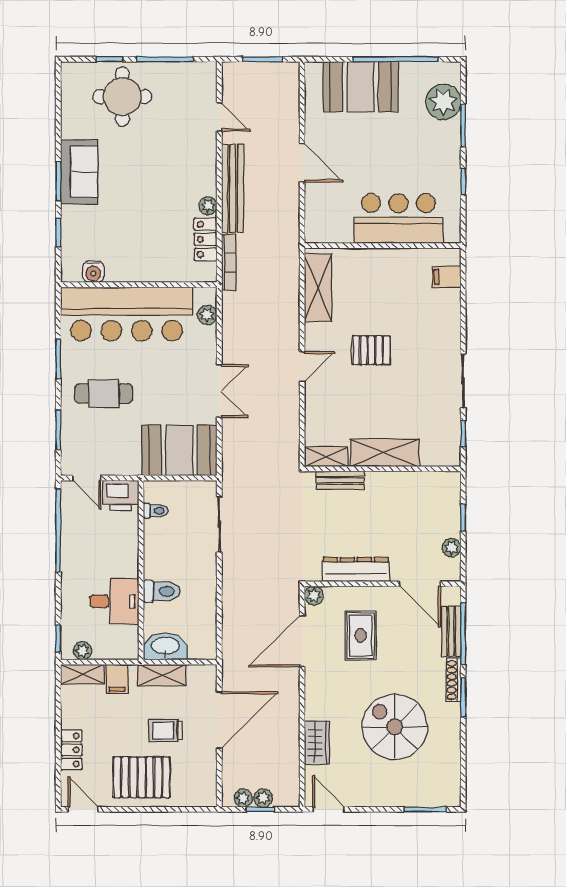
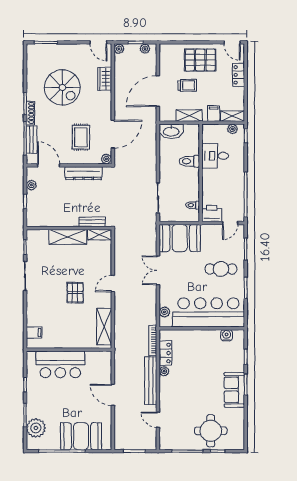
pallet: (371, 350) -> (75, 293), turned 90
door: (87, 478) -> (230, 223), swing flipped
washbasin: (165, 646) -> (171, 131), moved
plant: (263, 798) -> (119, 49), moved

